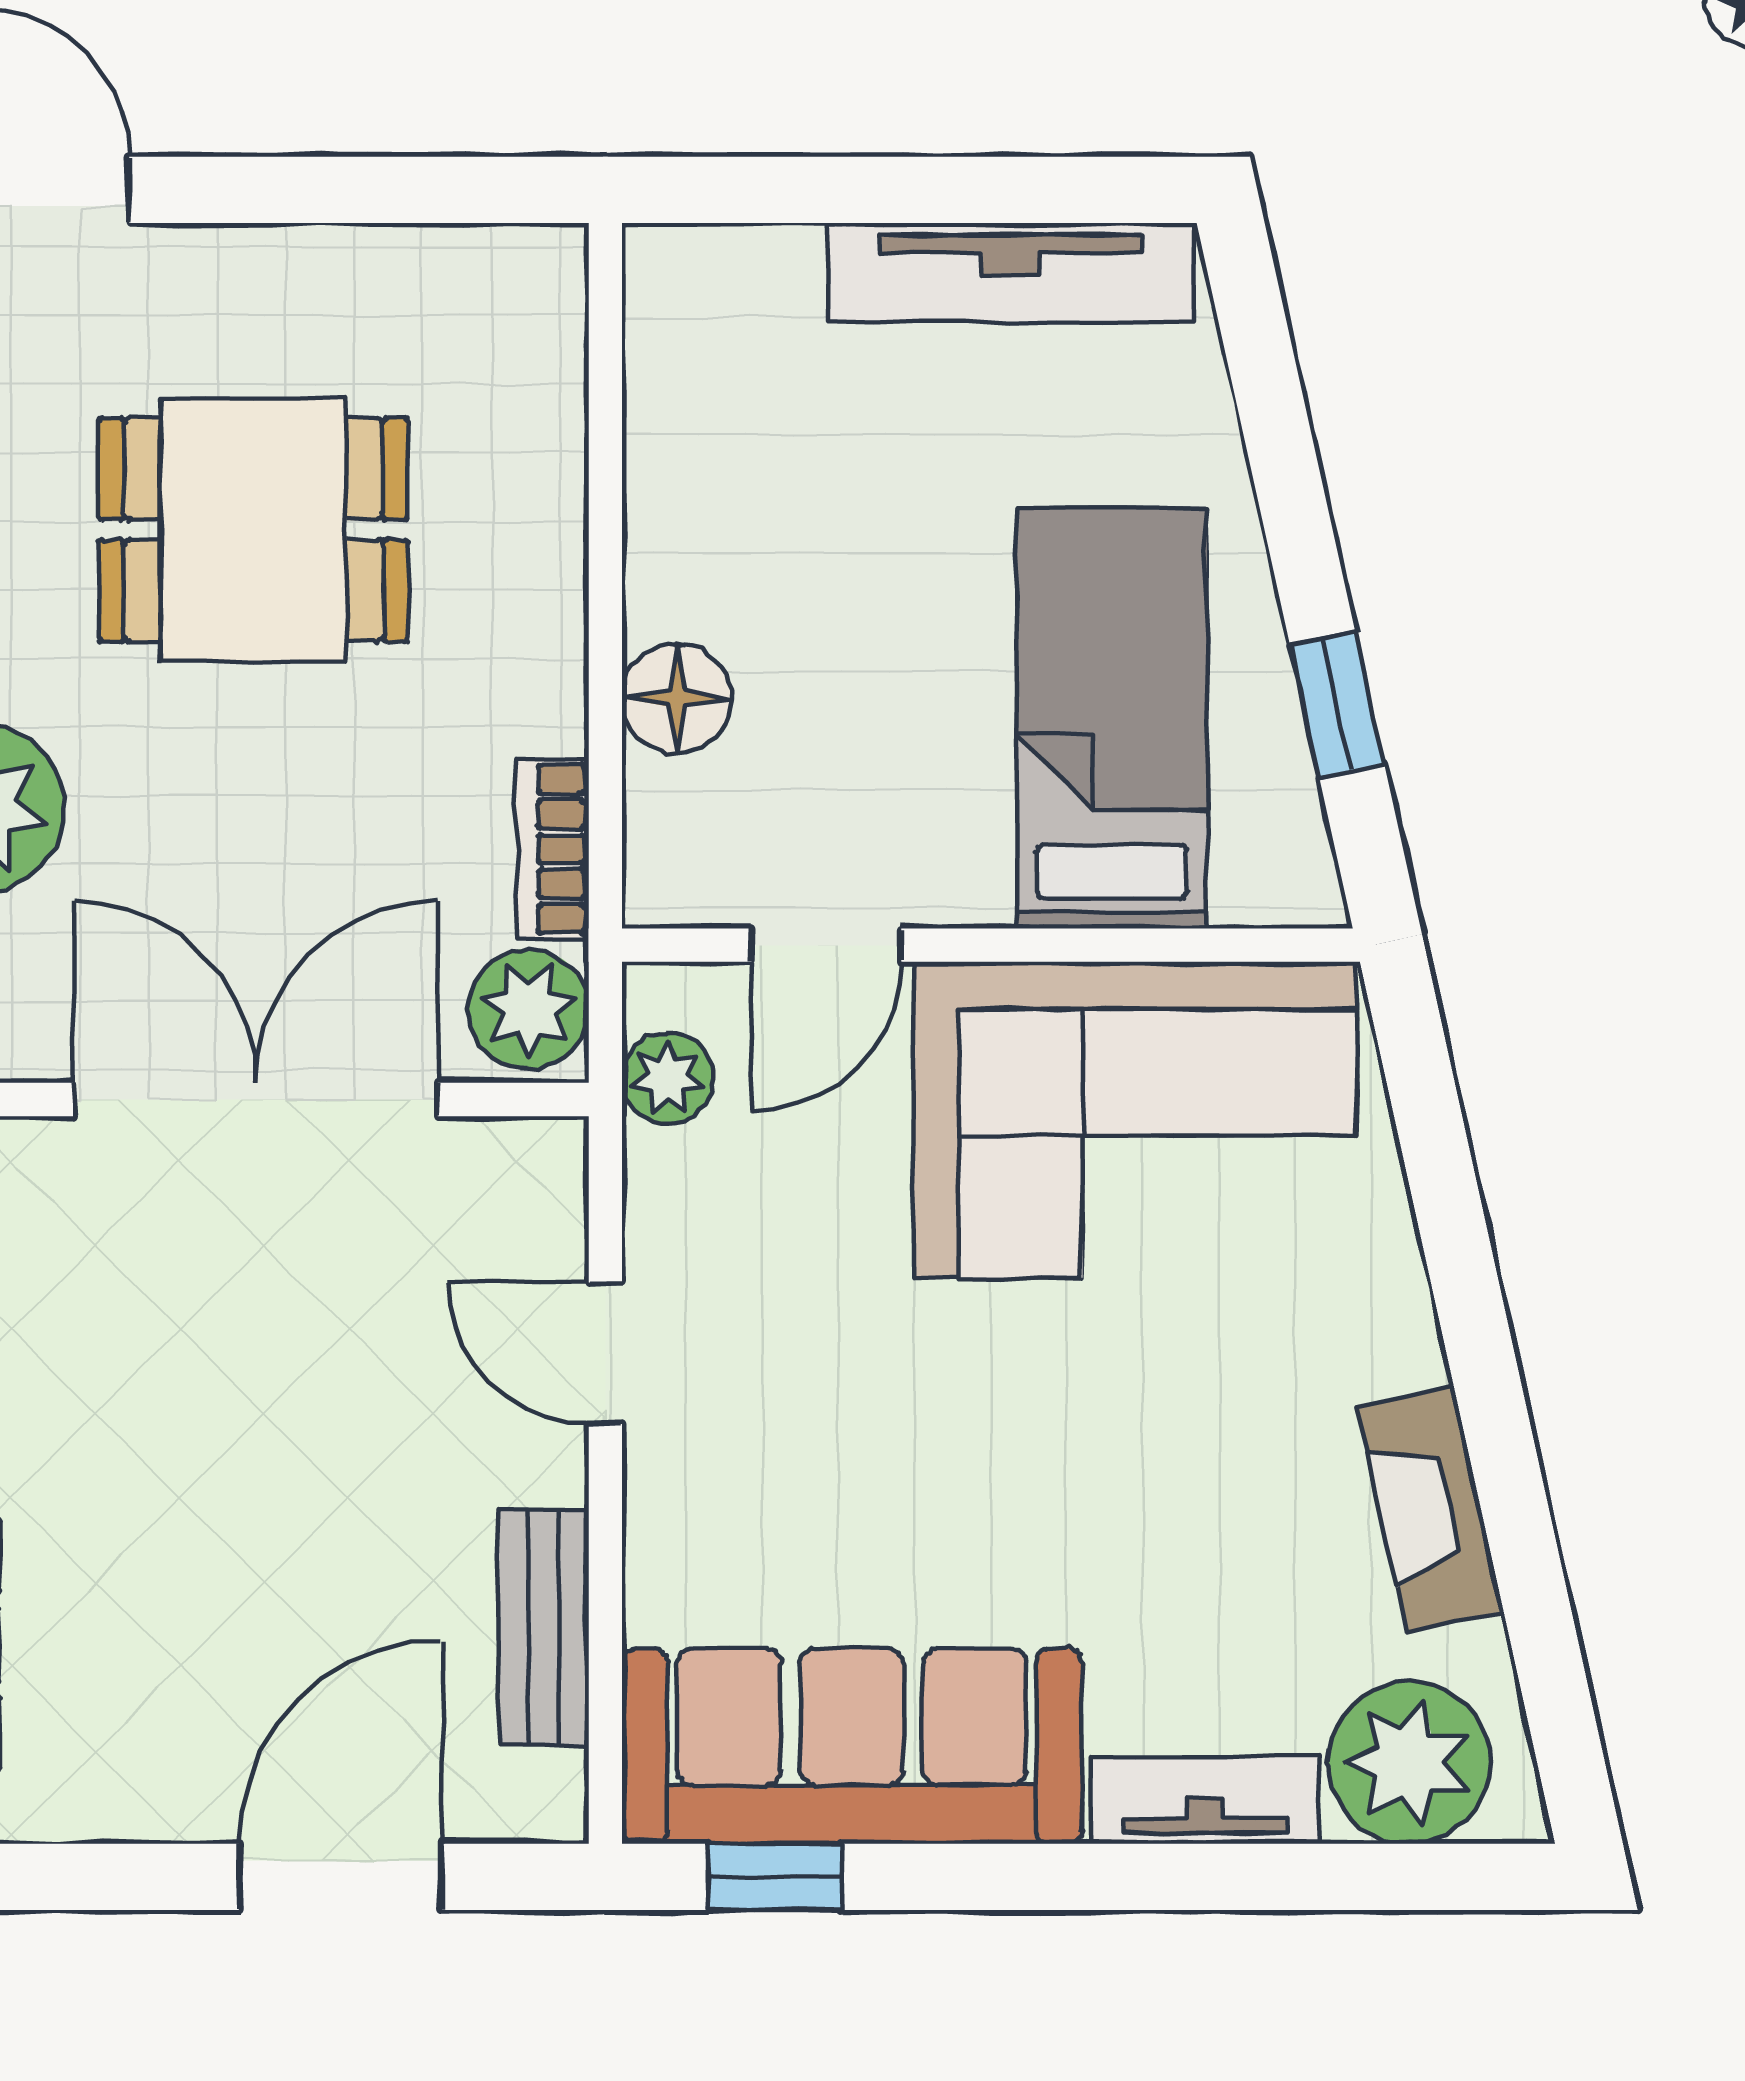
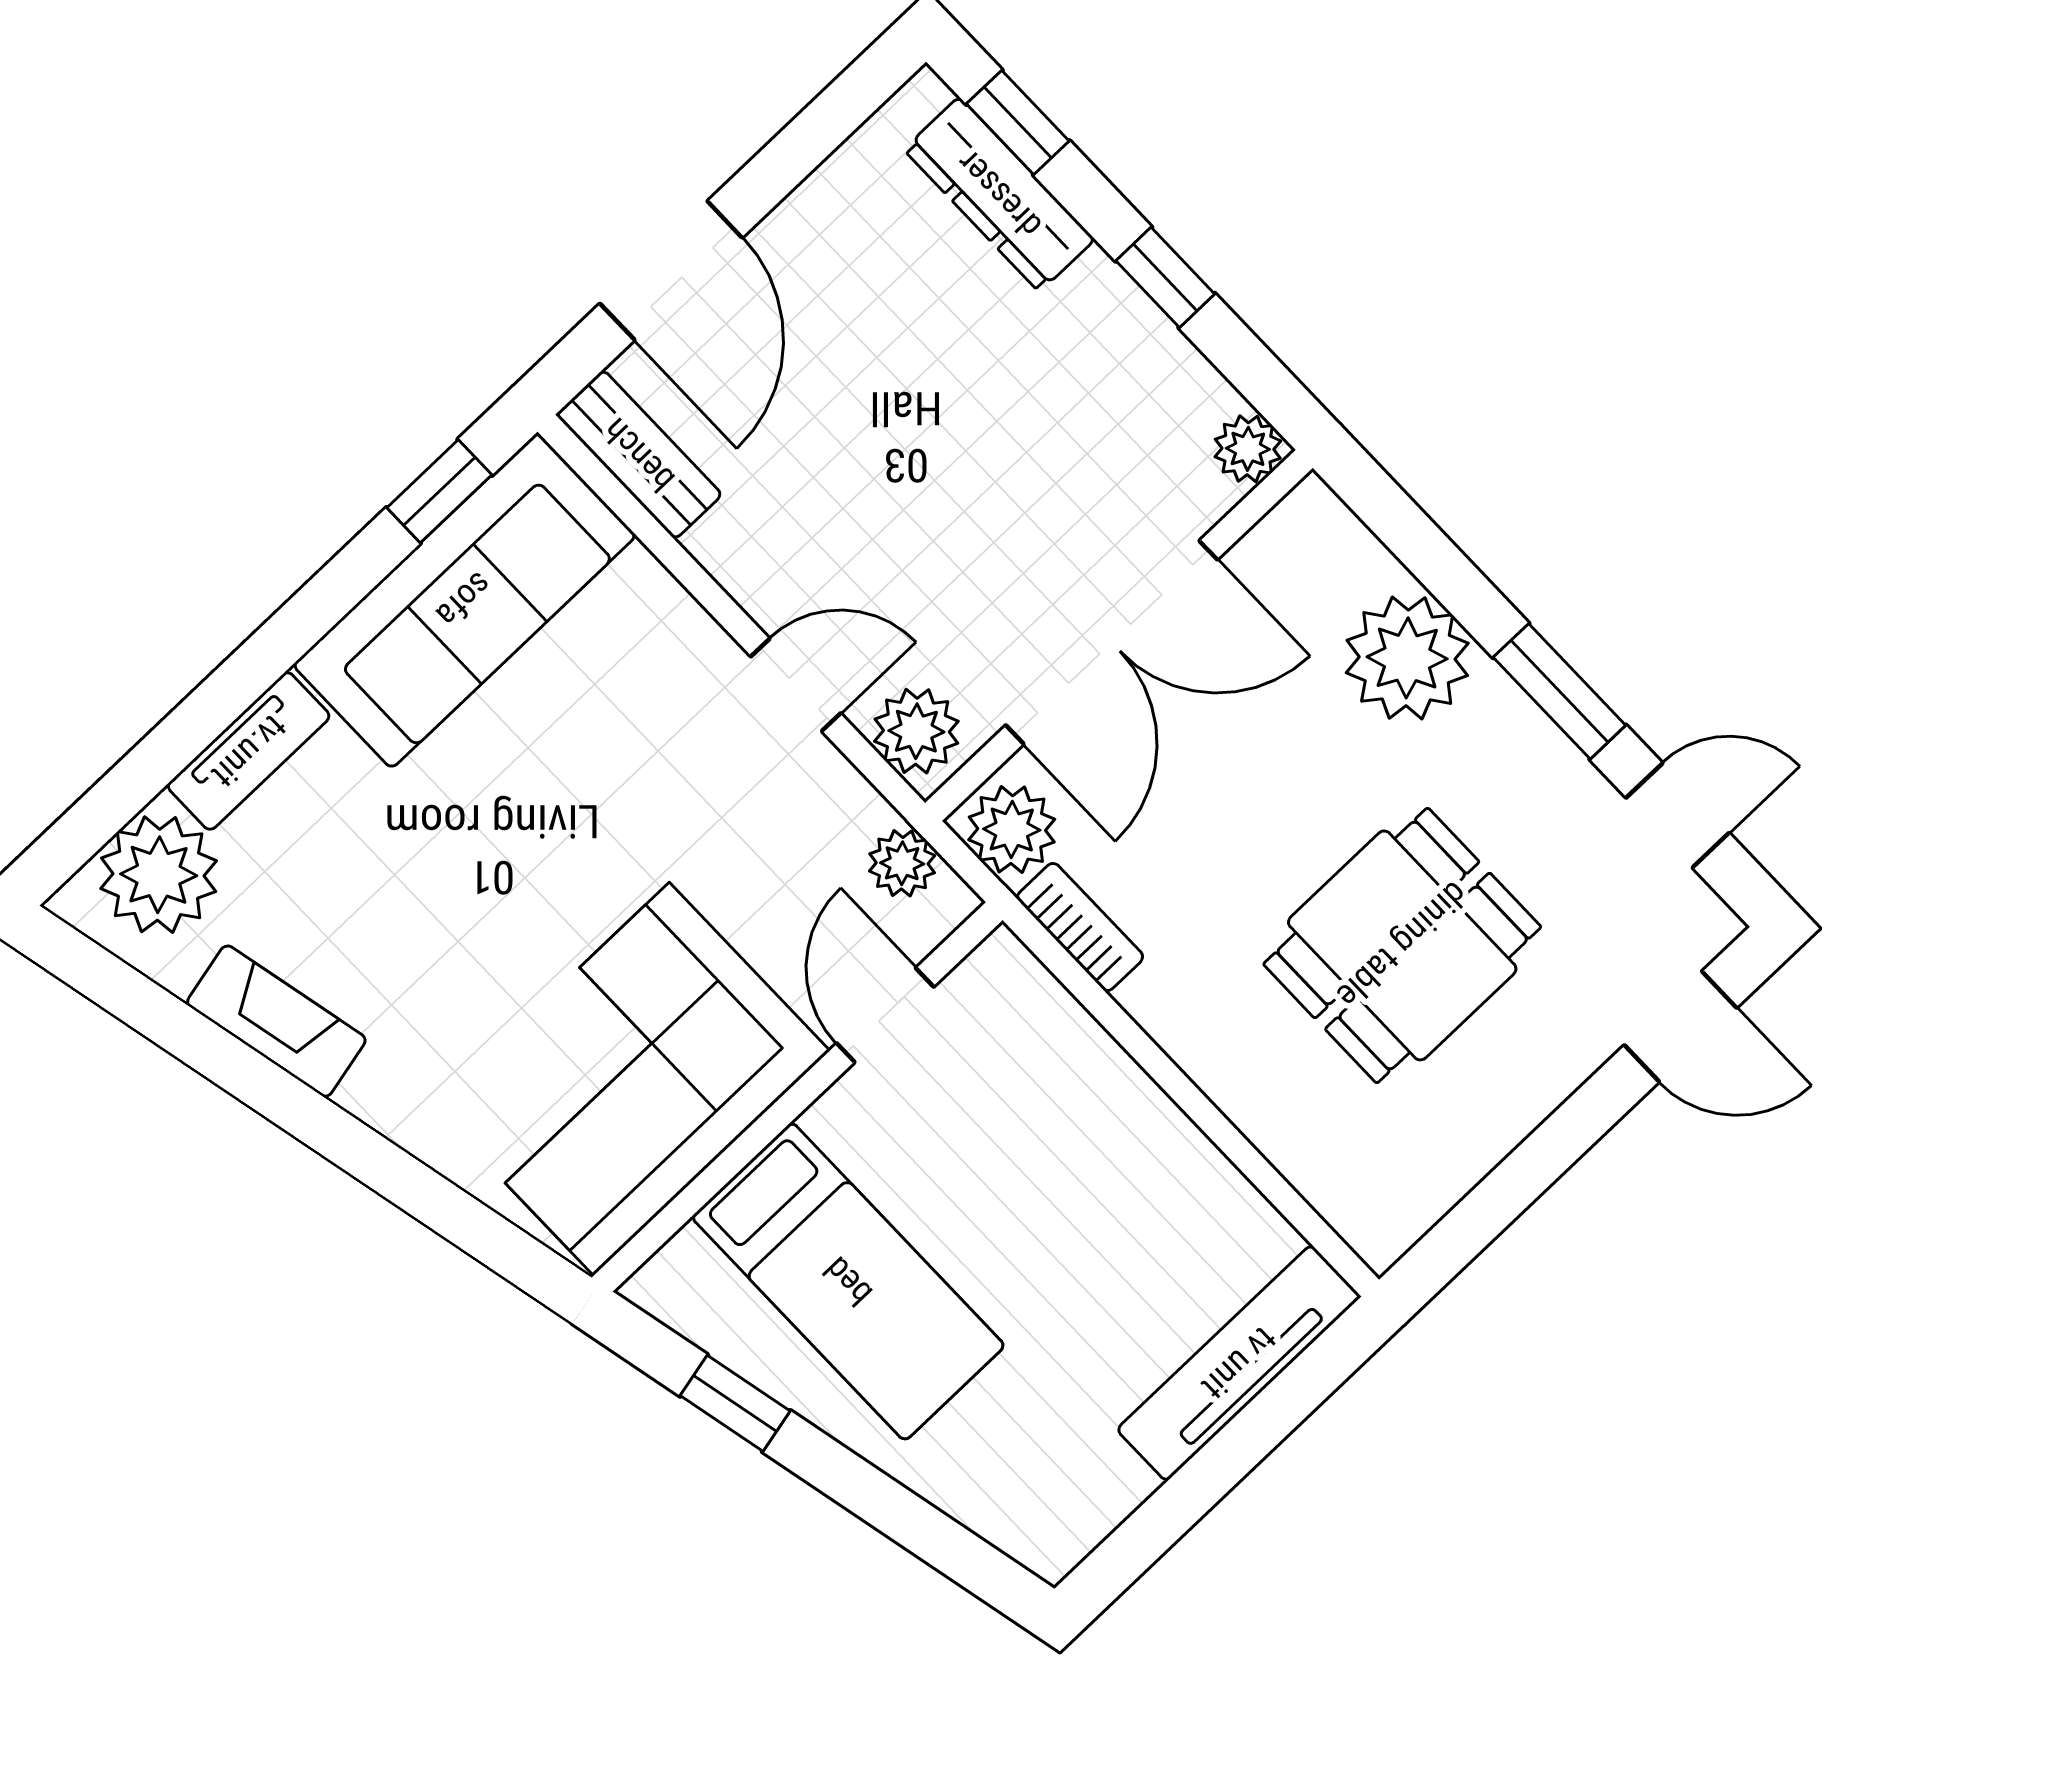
tv unit: (1011, 272) -> (1239, 1363), moved
floor lamp: (677, 698) -> (1090, 1071), removed
plant: (530, 1195) -> (916, 731), added
bench: (544, 1628) -> (639, 455), moved

